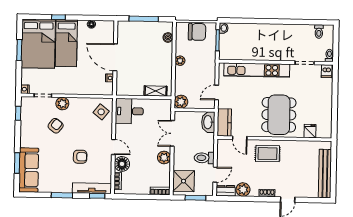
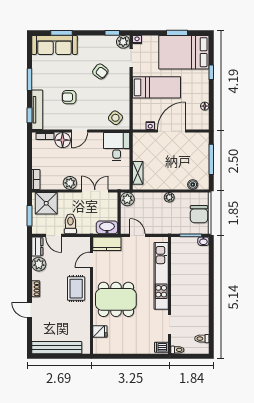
bed: (66, 43) -> (157, 87), moved, turned 180
plant: (62, 104) -> (123, 42), moved
armchair: (80, 157) -> (69, 97), turned 90

